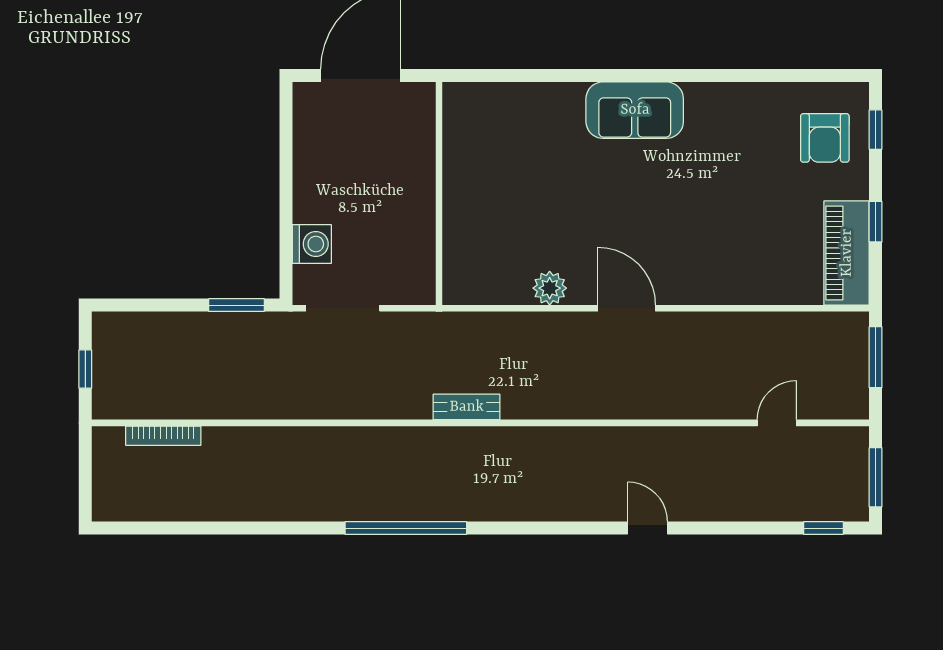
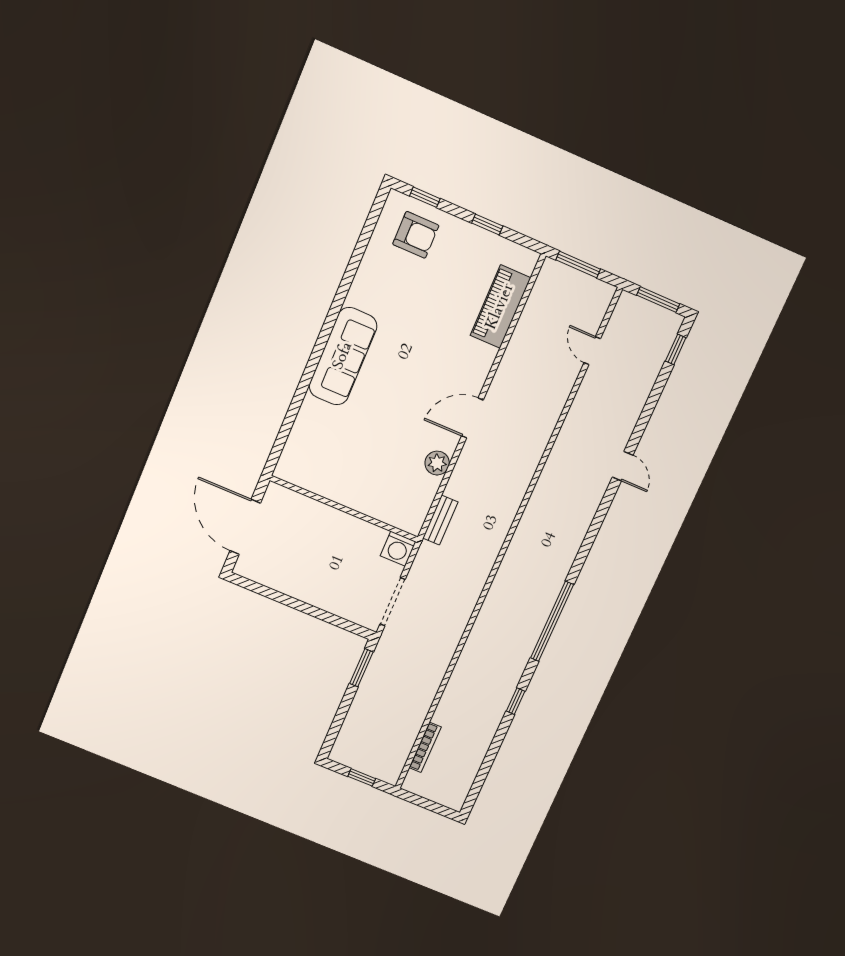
sofa: (635, 110) -> (343, 356), width x1.36
washing machine: (312, 244) -> (398, 549), moved, turned 180
piano: (847, 253) -> (500, 307), moved, turned 90
bench: (467, 407) -> (440, 520), moved
window: (278, 528) -> (516, 701), added
door: (647, 528) -> (623, 466), swing flipped

